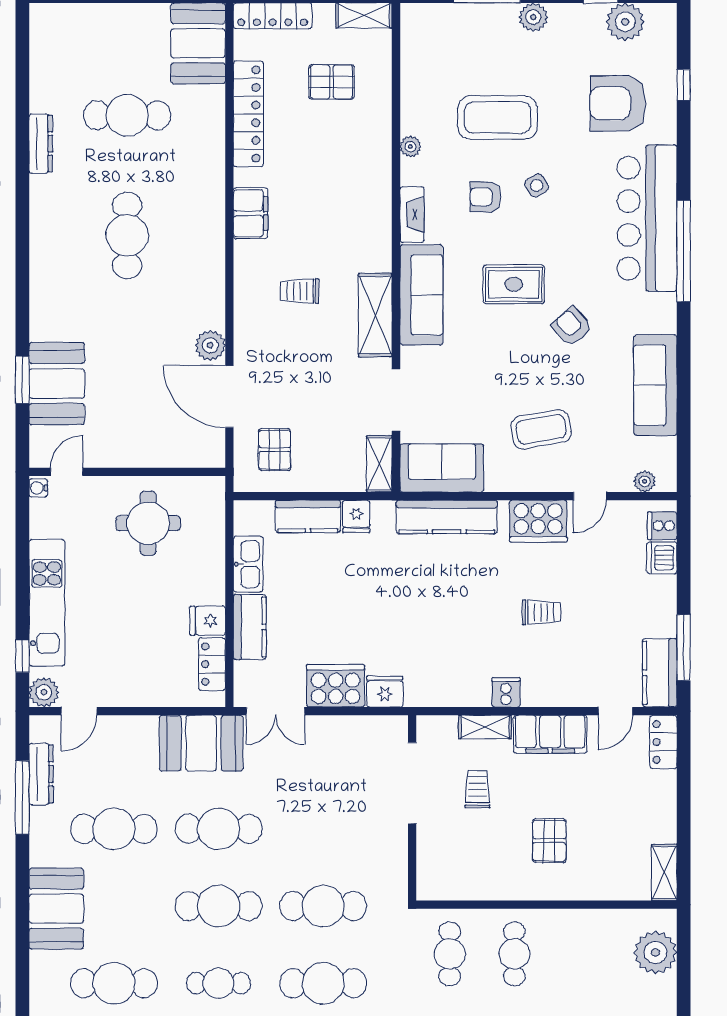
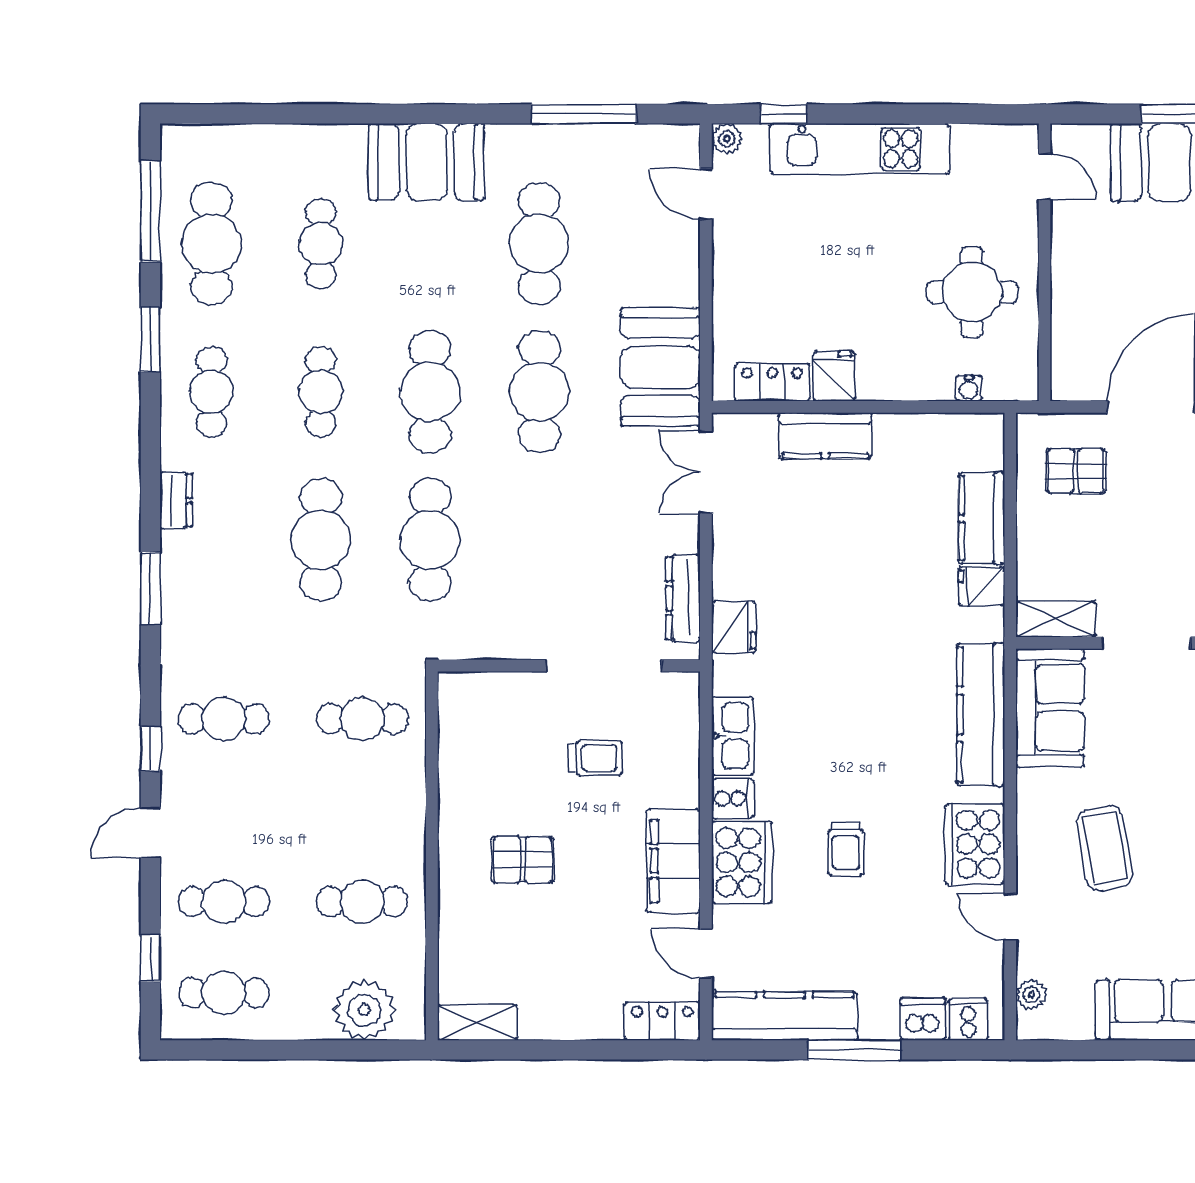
water cooler: (38, 488) -> (969, 388), moved, turned 180
kitchen sink: (248, 564) -> (732, 736), moved, turned -90
window: (684, 648) -> (854, 1050), moved
kitchen counter: (660, 673) -> (784, 1016), width x1.50
cooker: (336, 686) -> (742, 862), moved
plant: (44, 692) -> (727, 139), width x0.73, depth x0.73
shelving: (485, 727) -> (683, 769), removed
dresser: (41, 774) -> (683, 598), moved, turned 90
cafe table: (514, 954) -> (362, 902), moved
cafe table: (114, 983) -> (321, 244), width x0.73, depth x0.74

